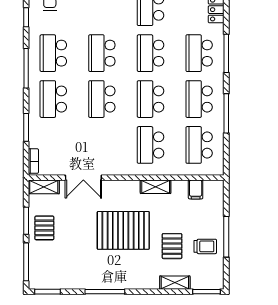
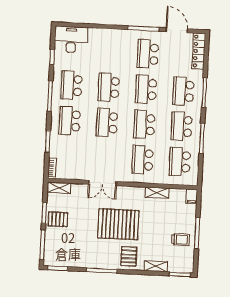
double door: (83, 178) -> (102, 183), moved
shelving: (156, 187) -> (157, 193), moved
filing cabinet: (196, 189) -> (192, 196), moved
pallet: (44, 228) -> (58, 219), turned 90
pallet: (172, 246) -> (129, 256), moved

